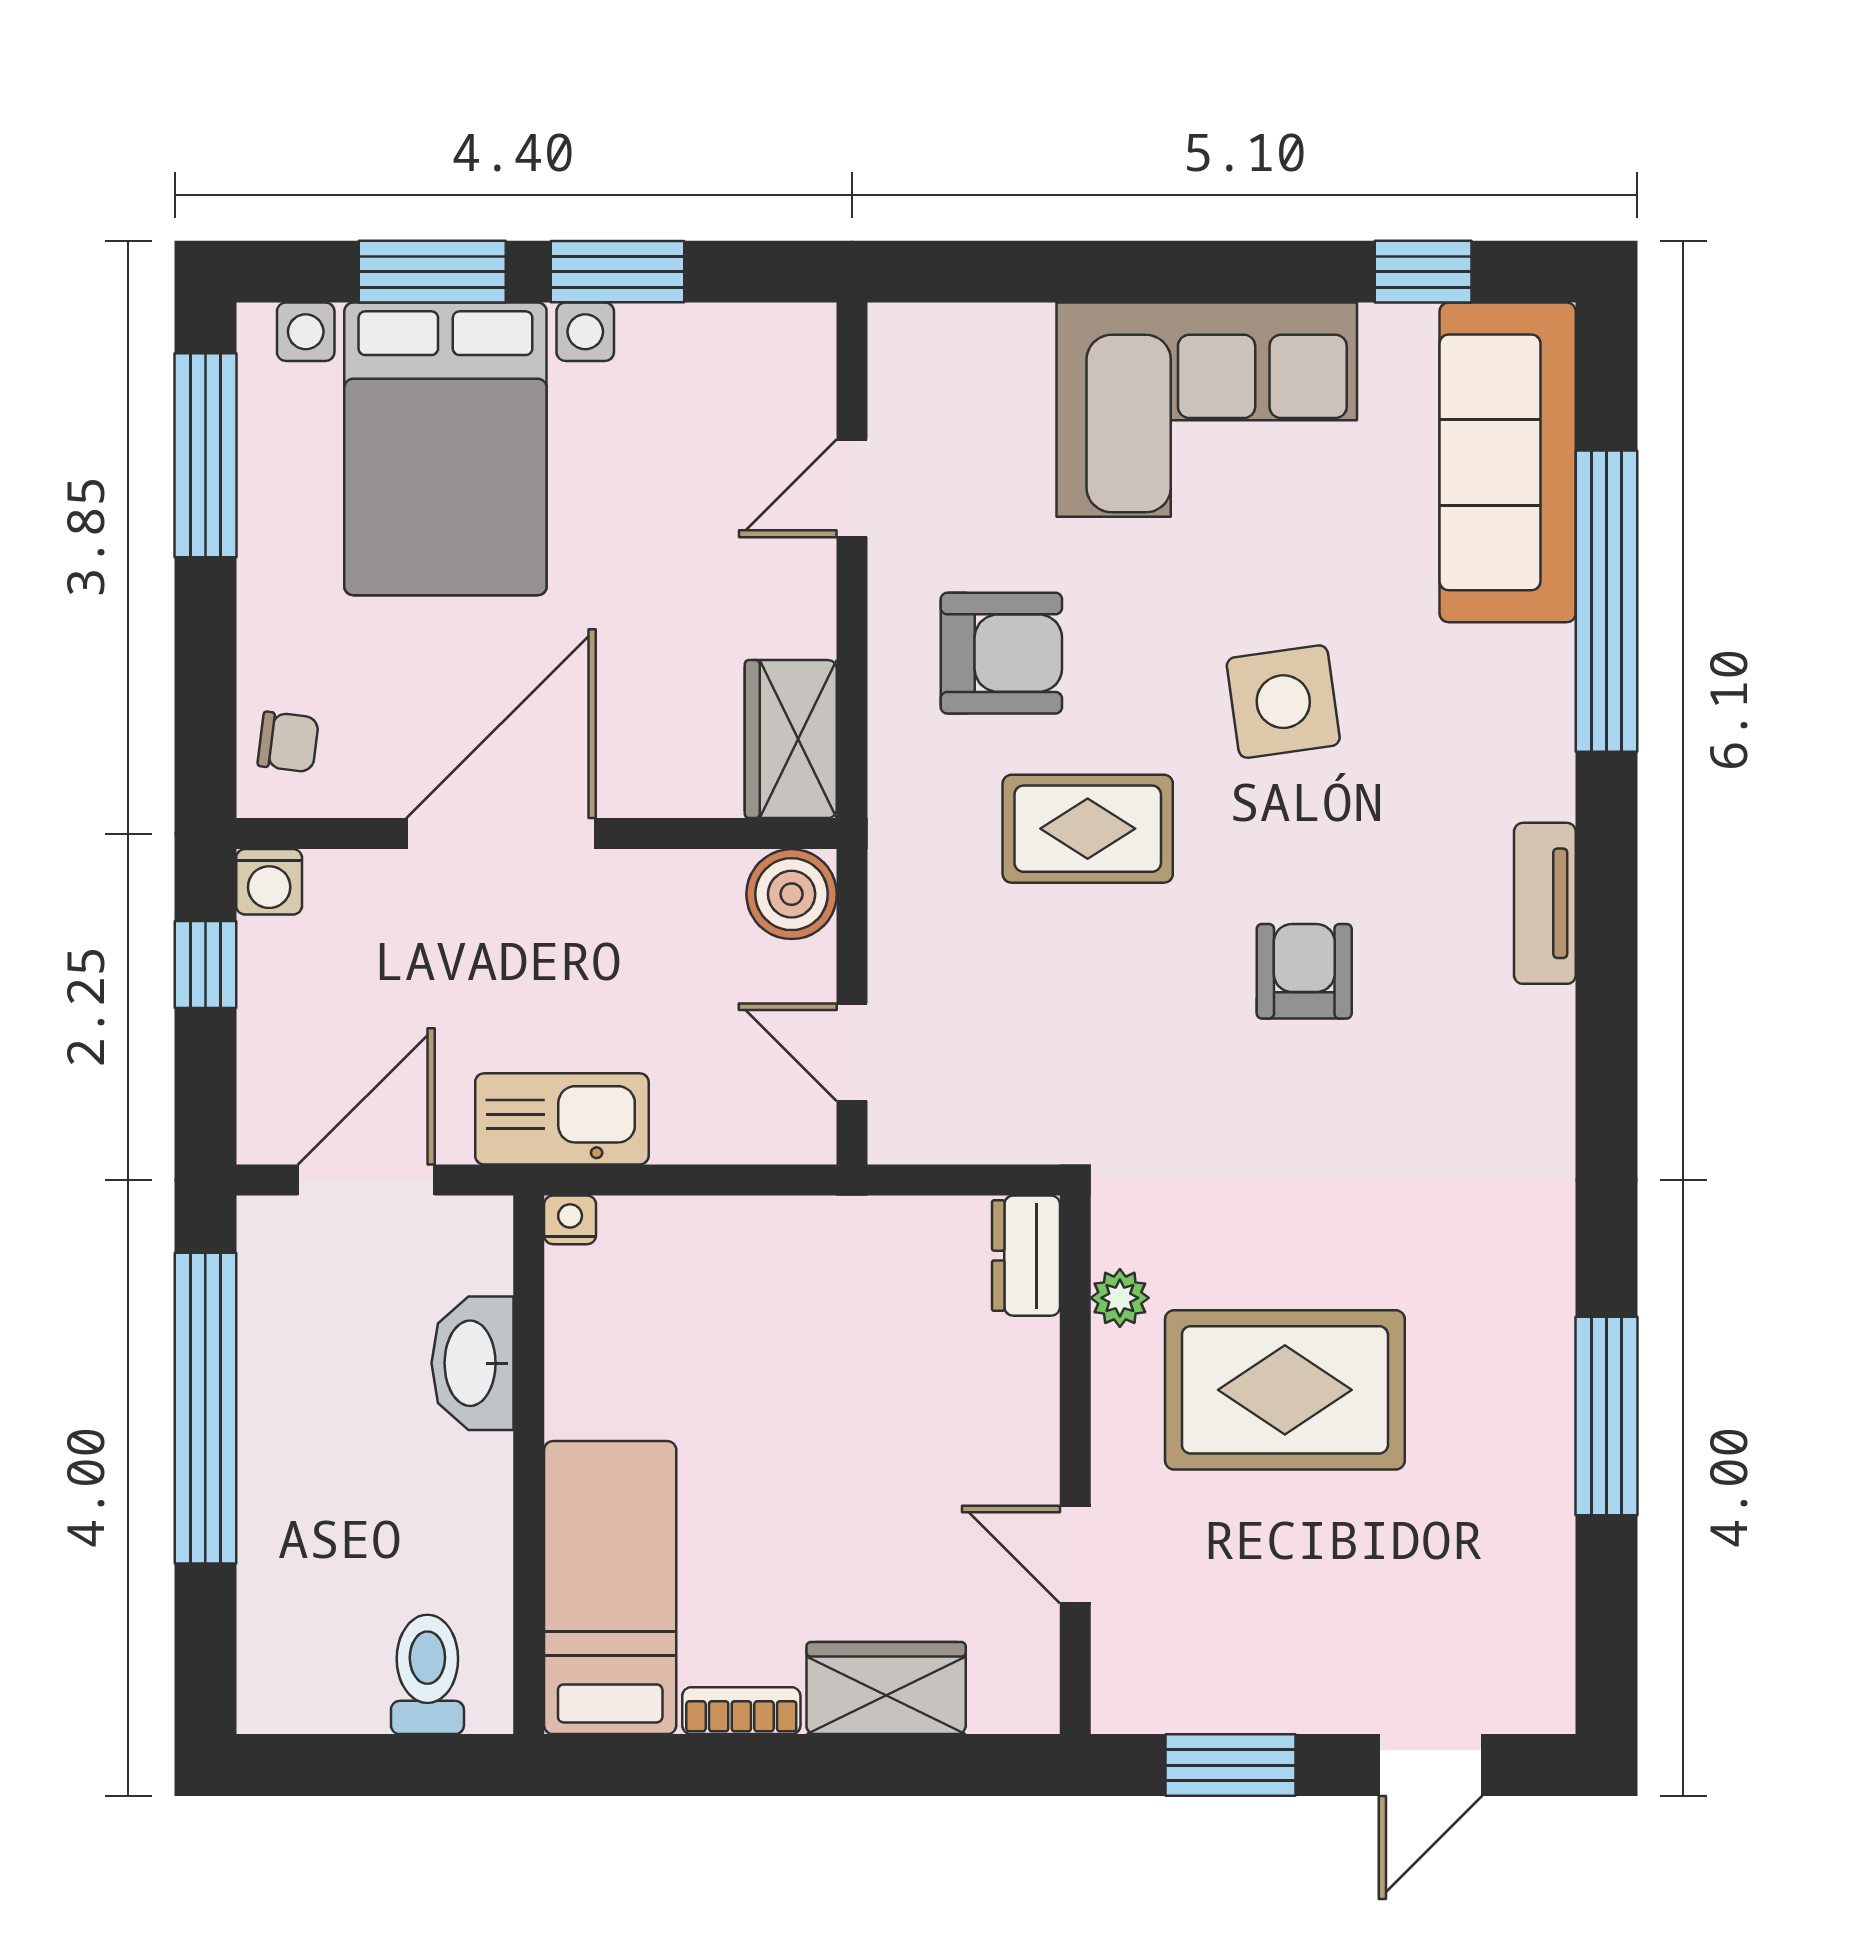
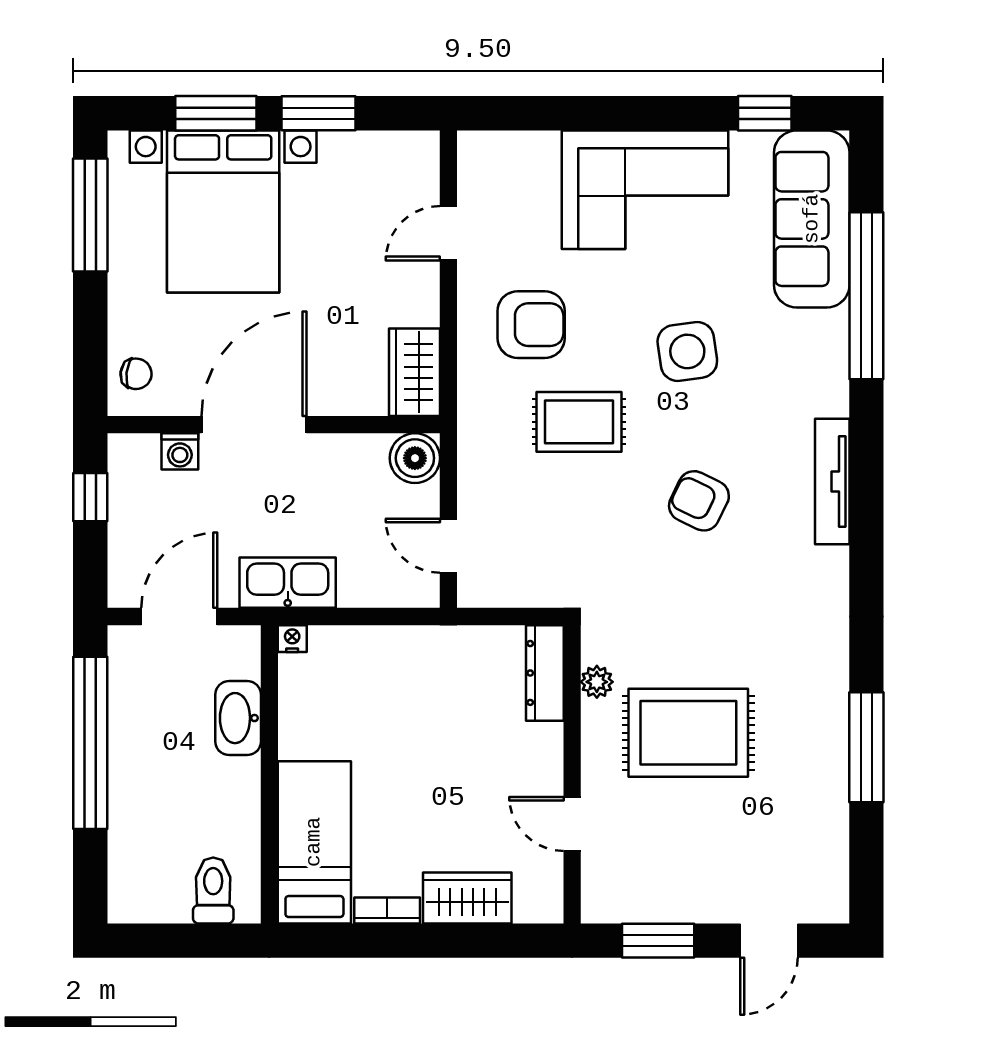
washing machine: (269, 882) -> (180, 451), moved
tv unit: (1545, 903) -> (832, 482), width x1.41
armchair: (1304, 971) -> (699, 501), turned -64
dresser: (1026, 1256) -> (545, 673), width x1.44

